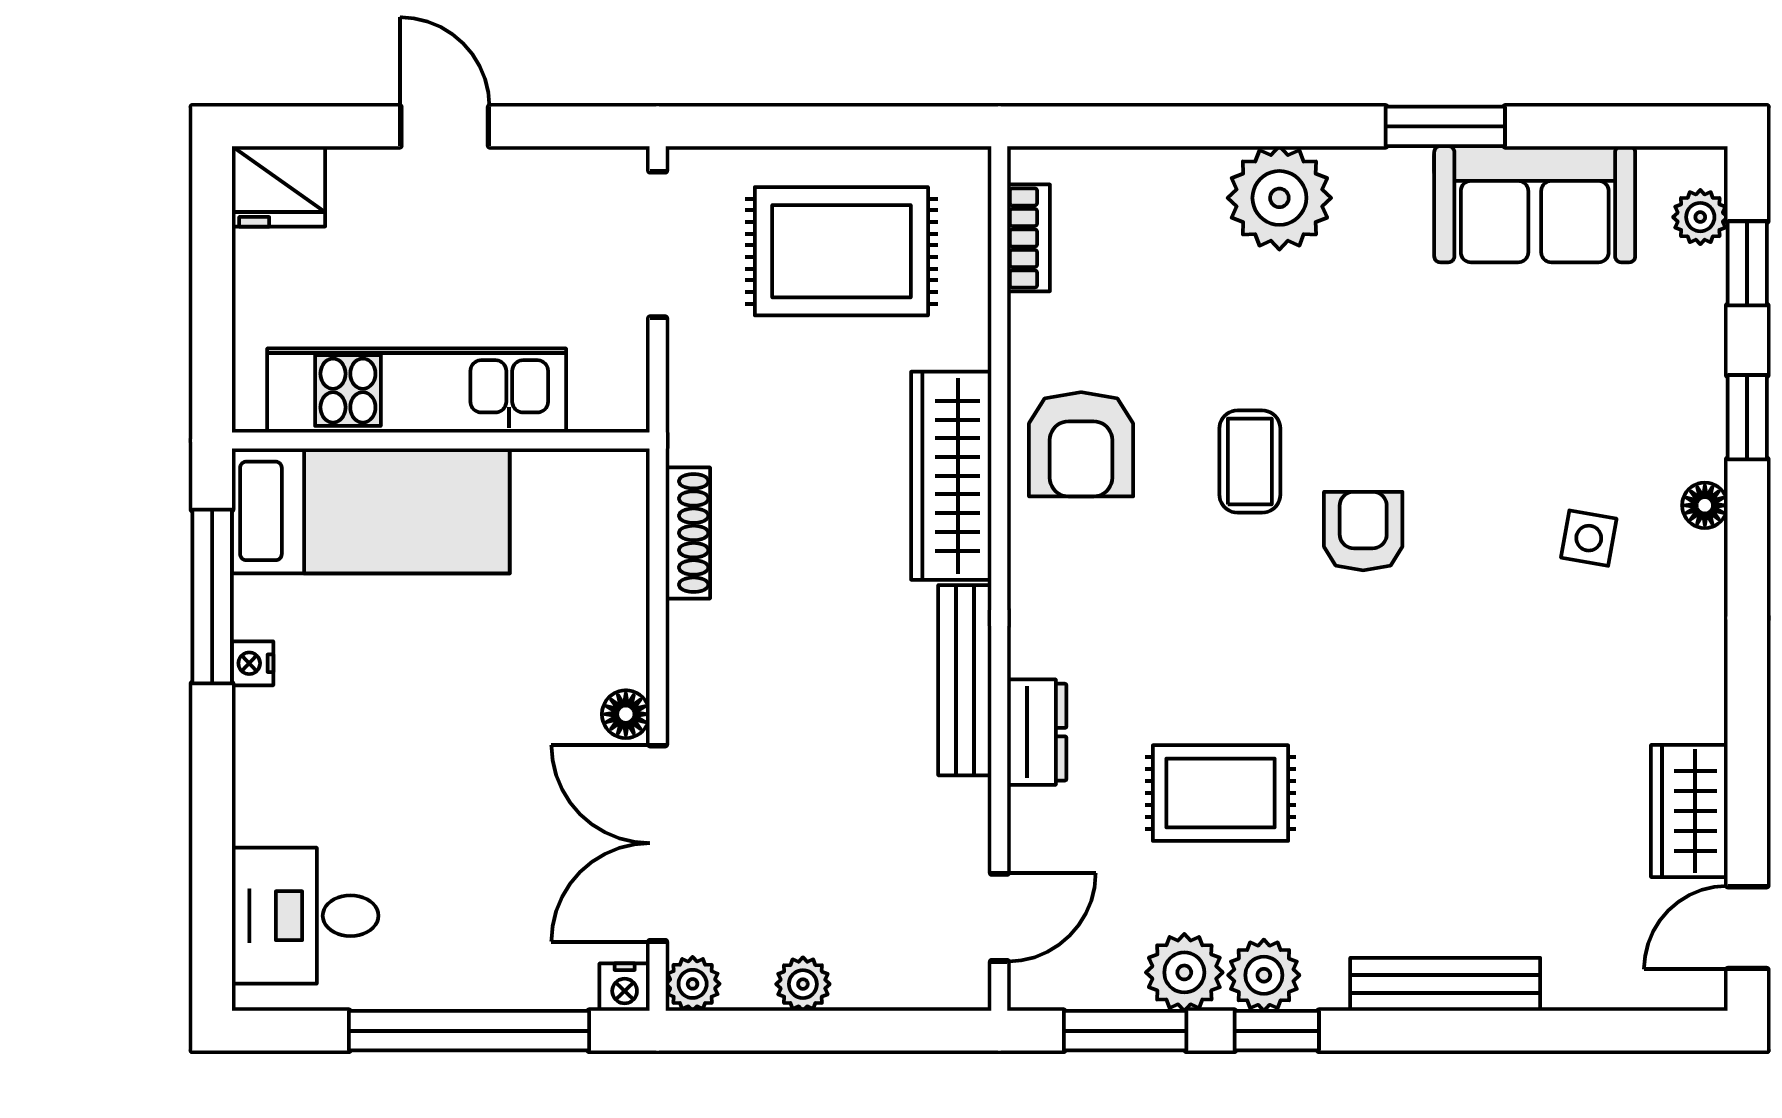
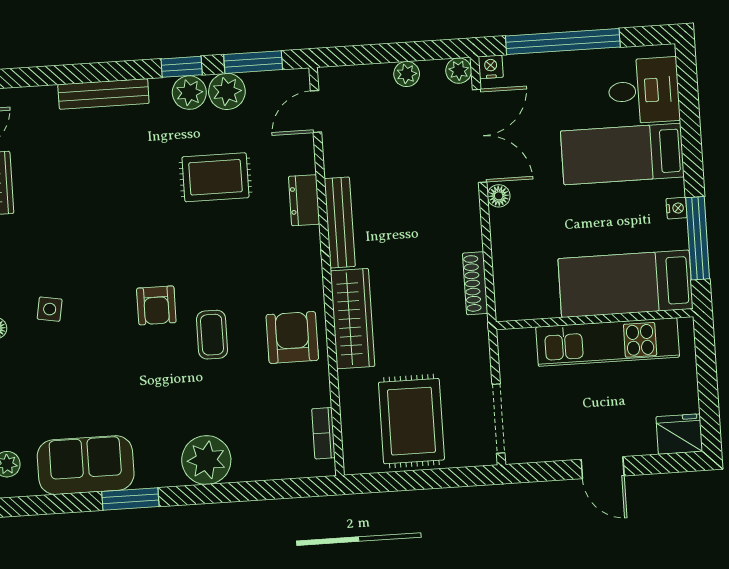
rug: (841, 251) -> (411, 421), turned 90
bed: (359, 785) -> (622, 154), added

